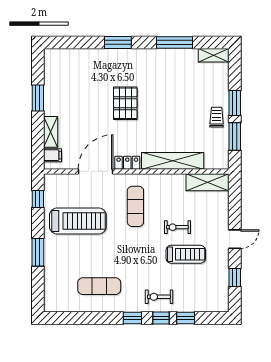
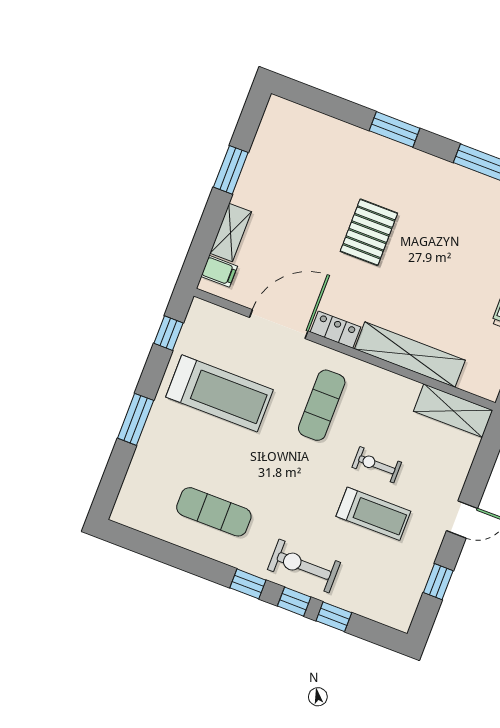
exercise bike: (159, 297) -> (304, 566), width x1.38, depth x1.39

